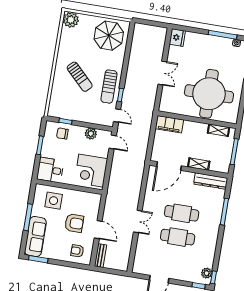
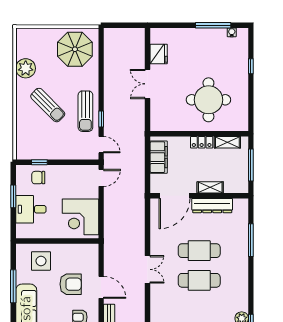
plant: (71, 20) -> (26, 68), moved
fridge: (177, 38) -> (159, 54), moved
double door: (162, 73) -> (148, 84), swing flipped
round table: (209, 94) -> (208, 100), width x0.73, depth x0.73
filing cabinet: (169, 124) -> (159, 157), moved, turned -90
locker: (198, 127) -> (202, 142), added
plant: (91, 134) -> (73, 172), removed
door: (113, 142) -> (101, 178), hinge flipped
desk: (50, 170) -> (31, 209), moved
dresser: (211, 181) -> (212, 206), moved

